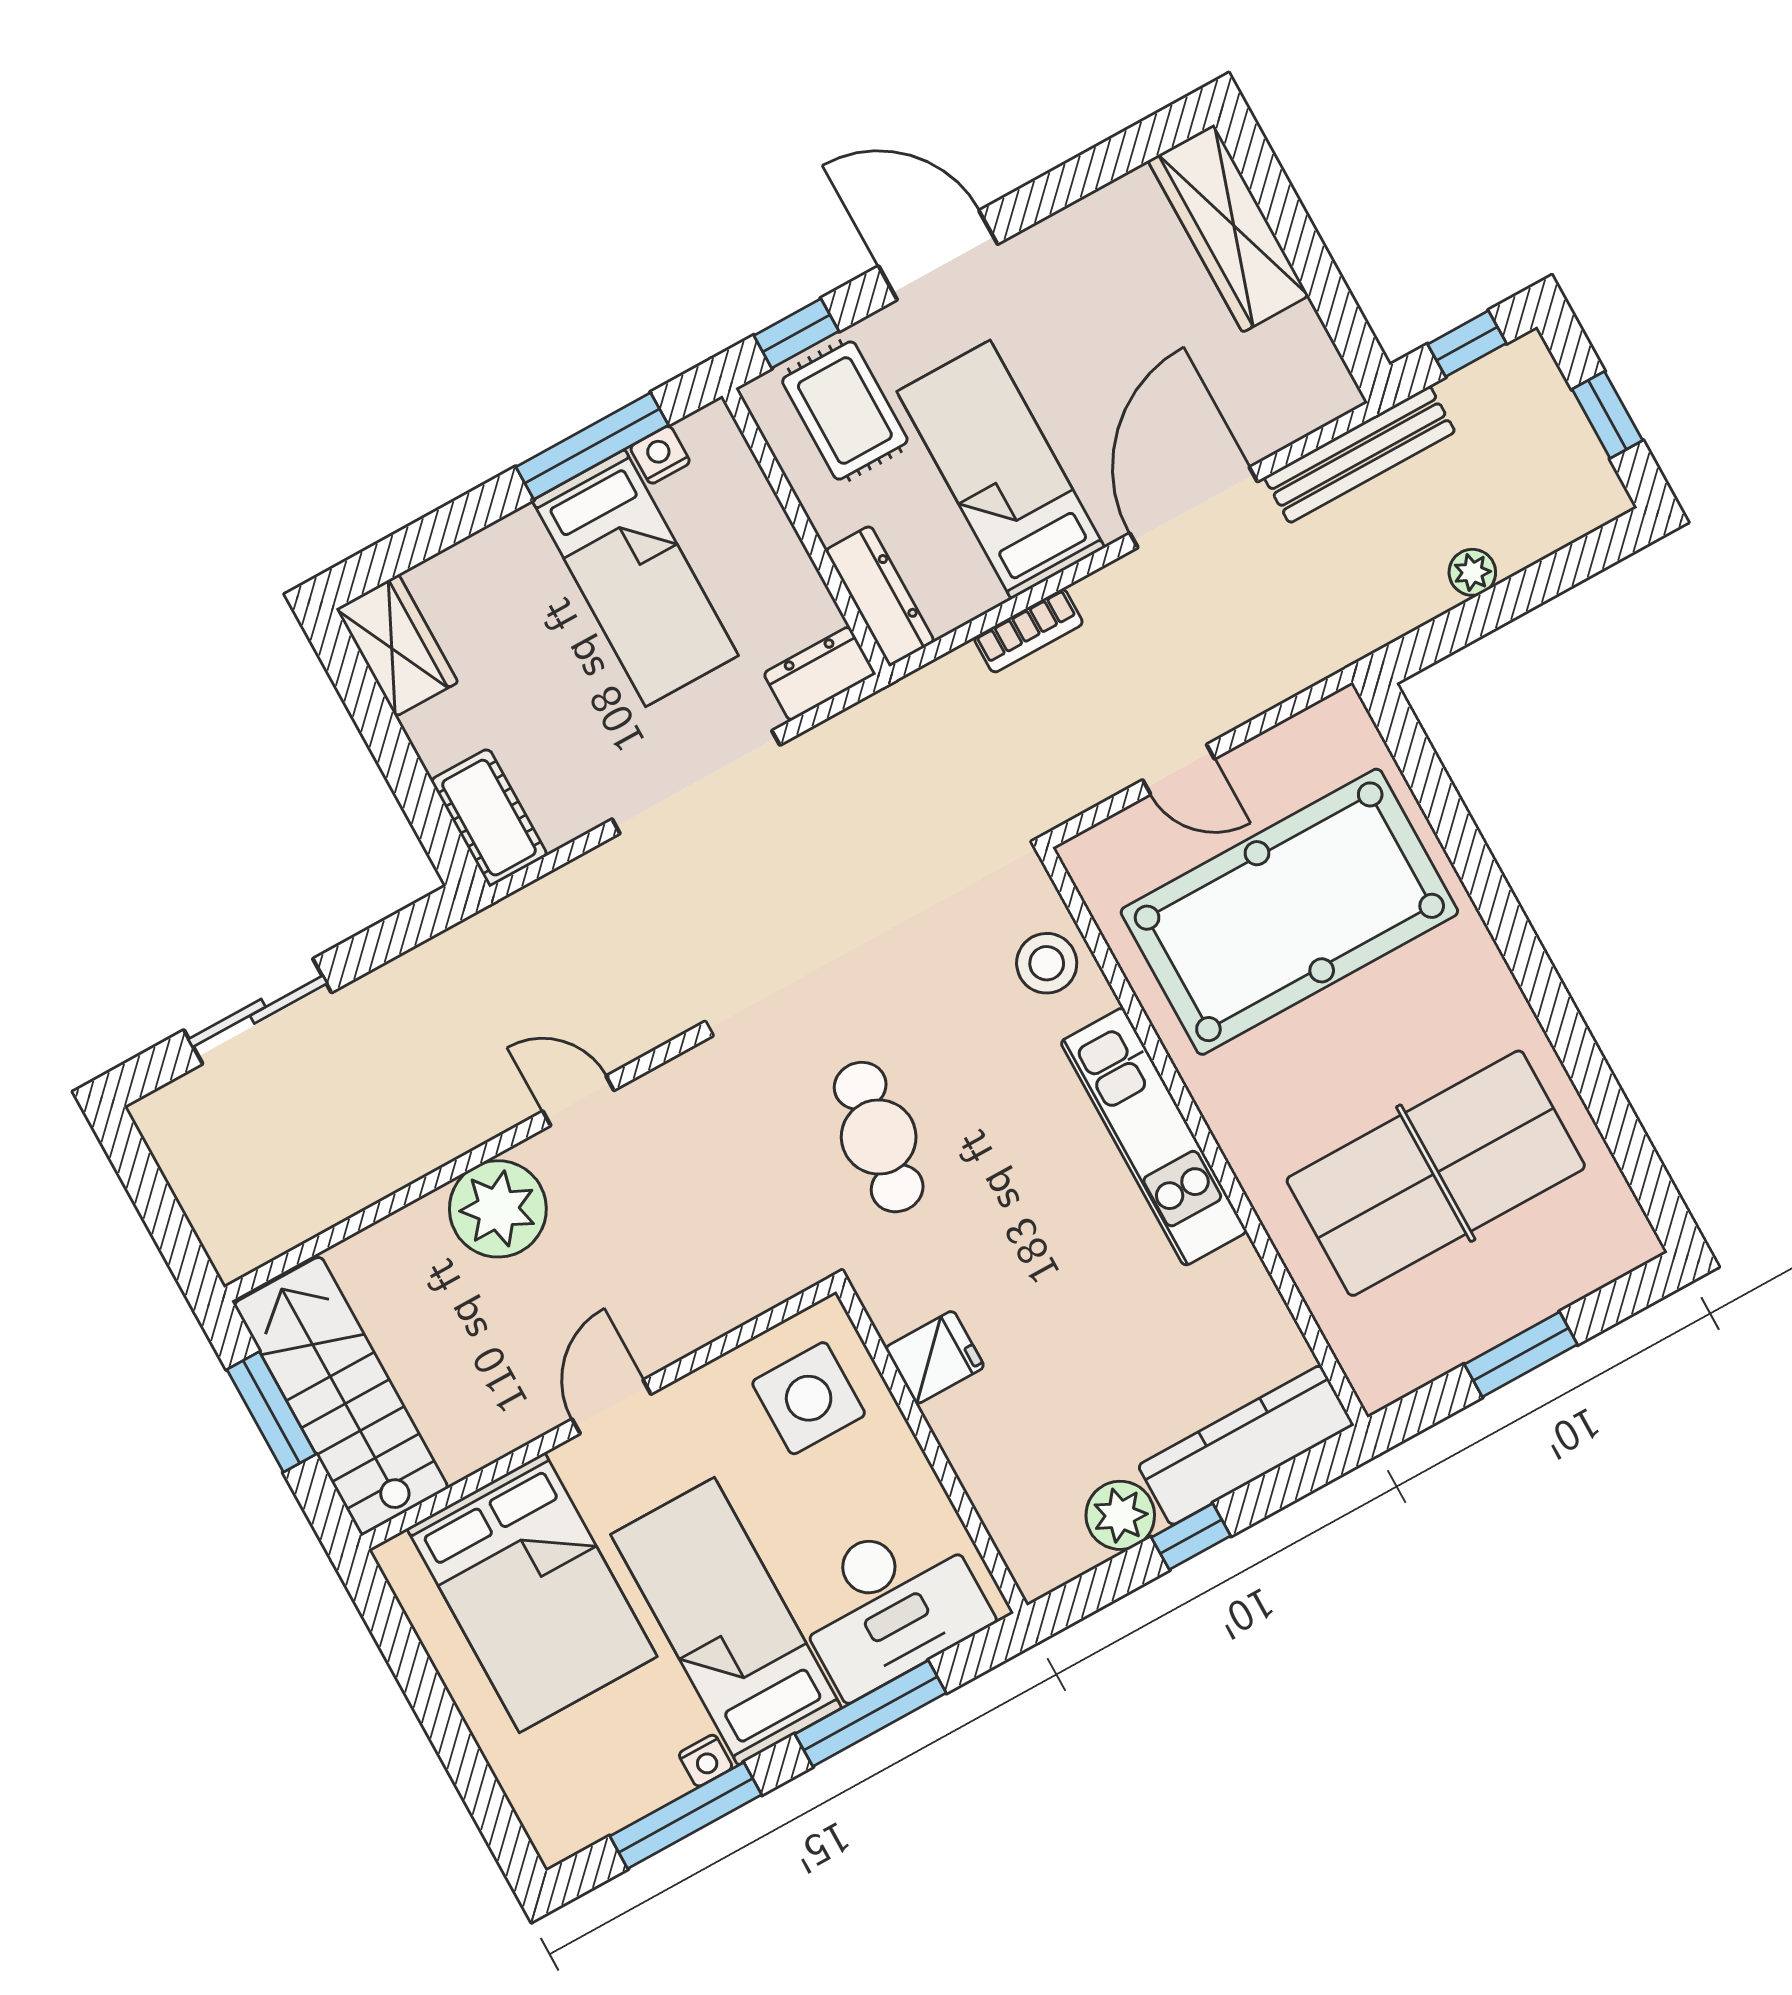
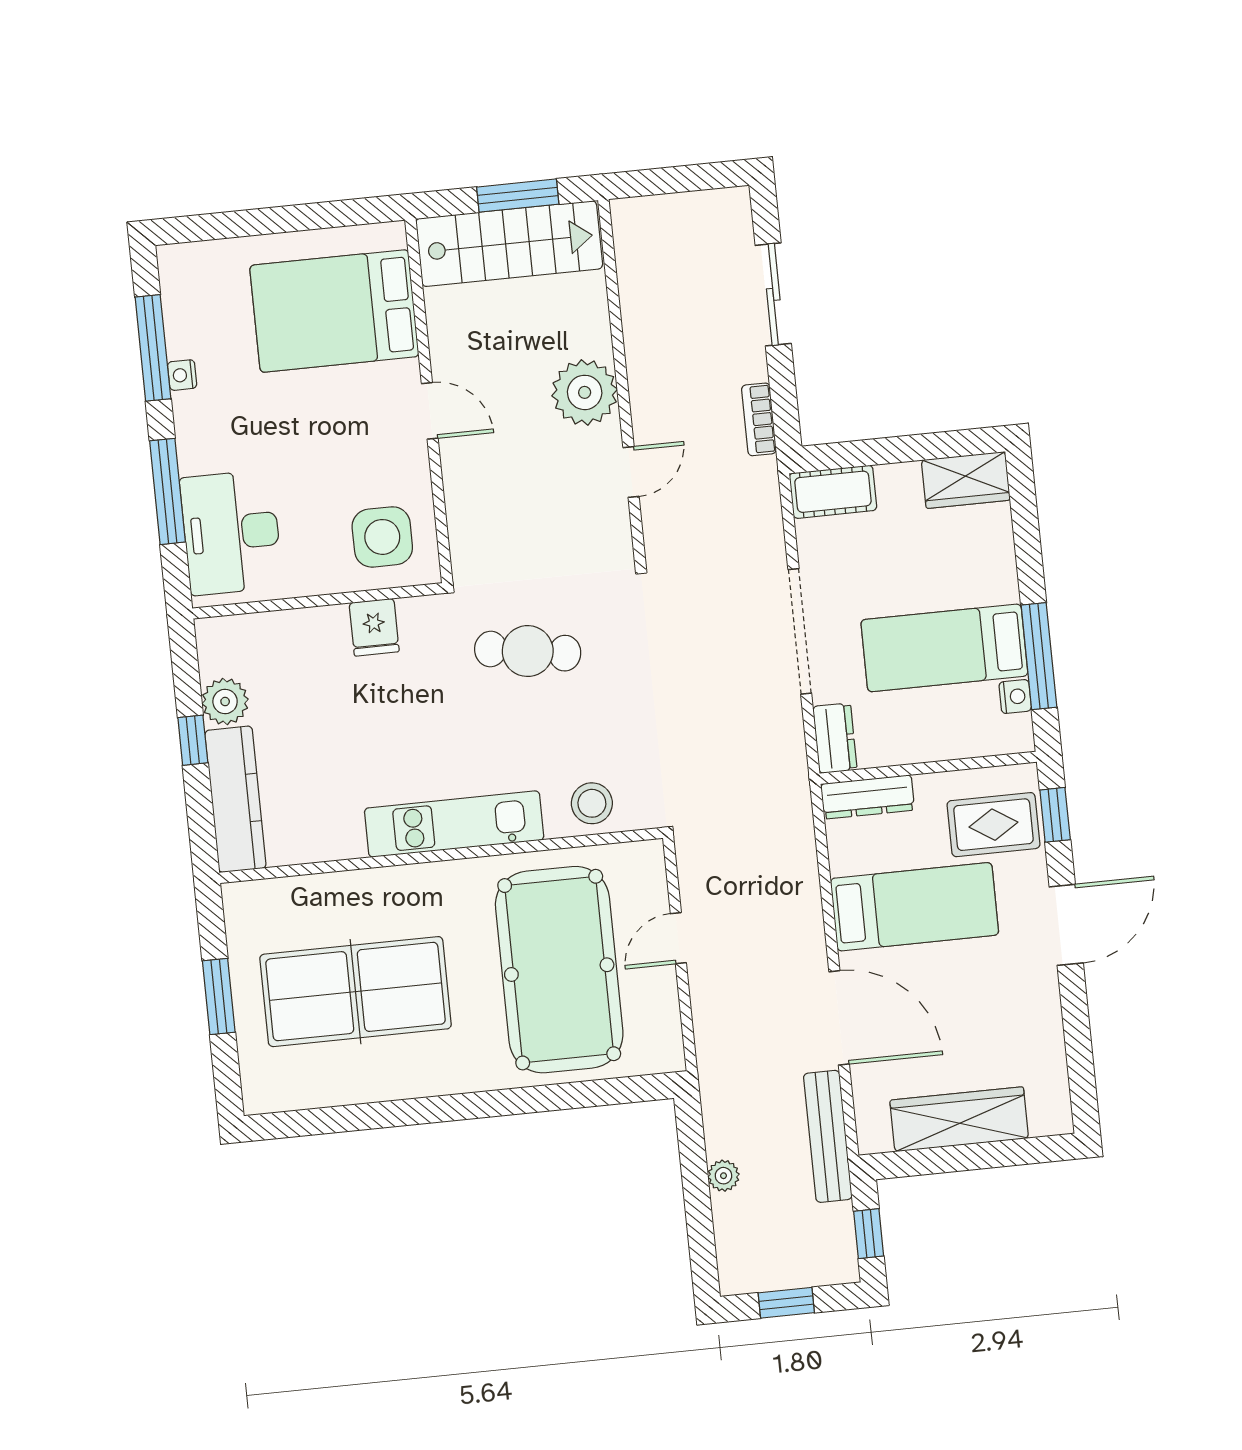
wardrobe: (1228, 228) -> (959, 1119), moved
bookcase: (1028, 631) -> (759, 419), moved
table tennis table: (1436, 1173) -> (356, 992), turned 90
bed: (726, 1621) -> (264, 425), removed

